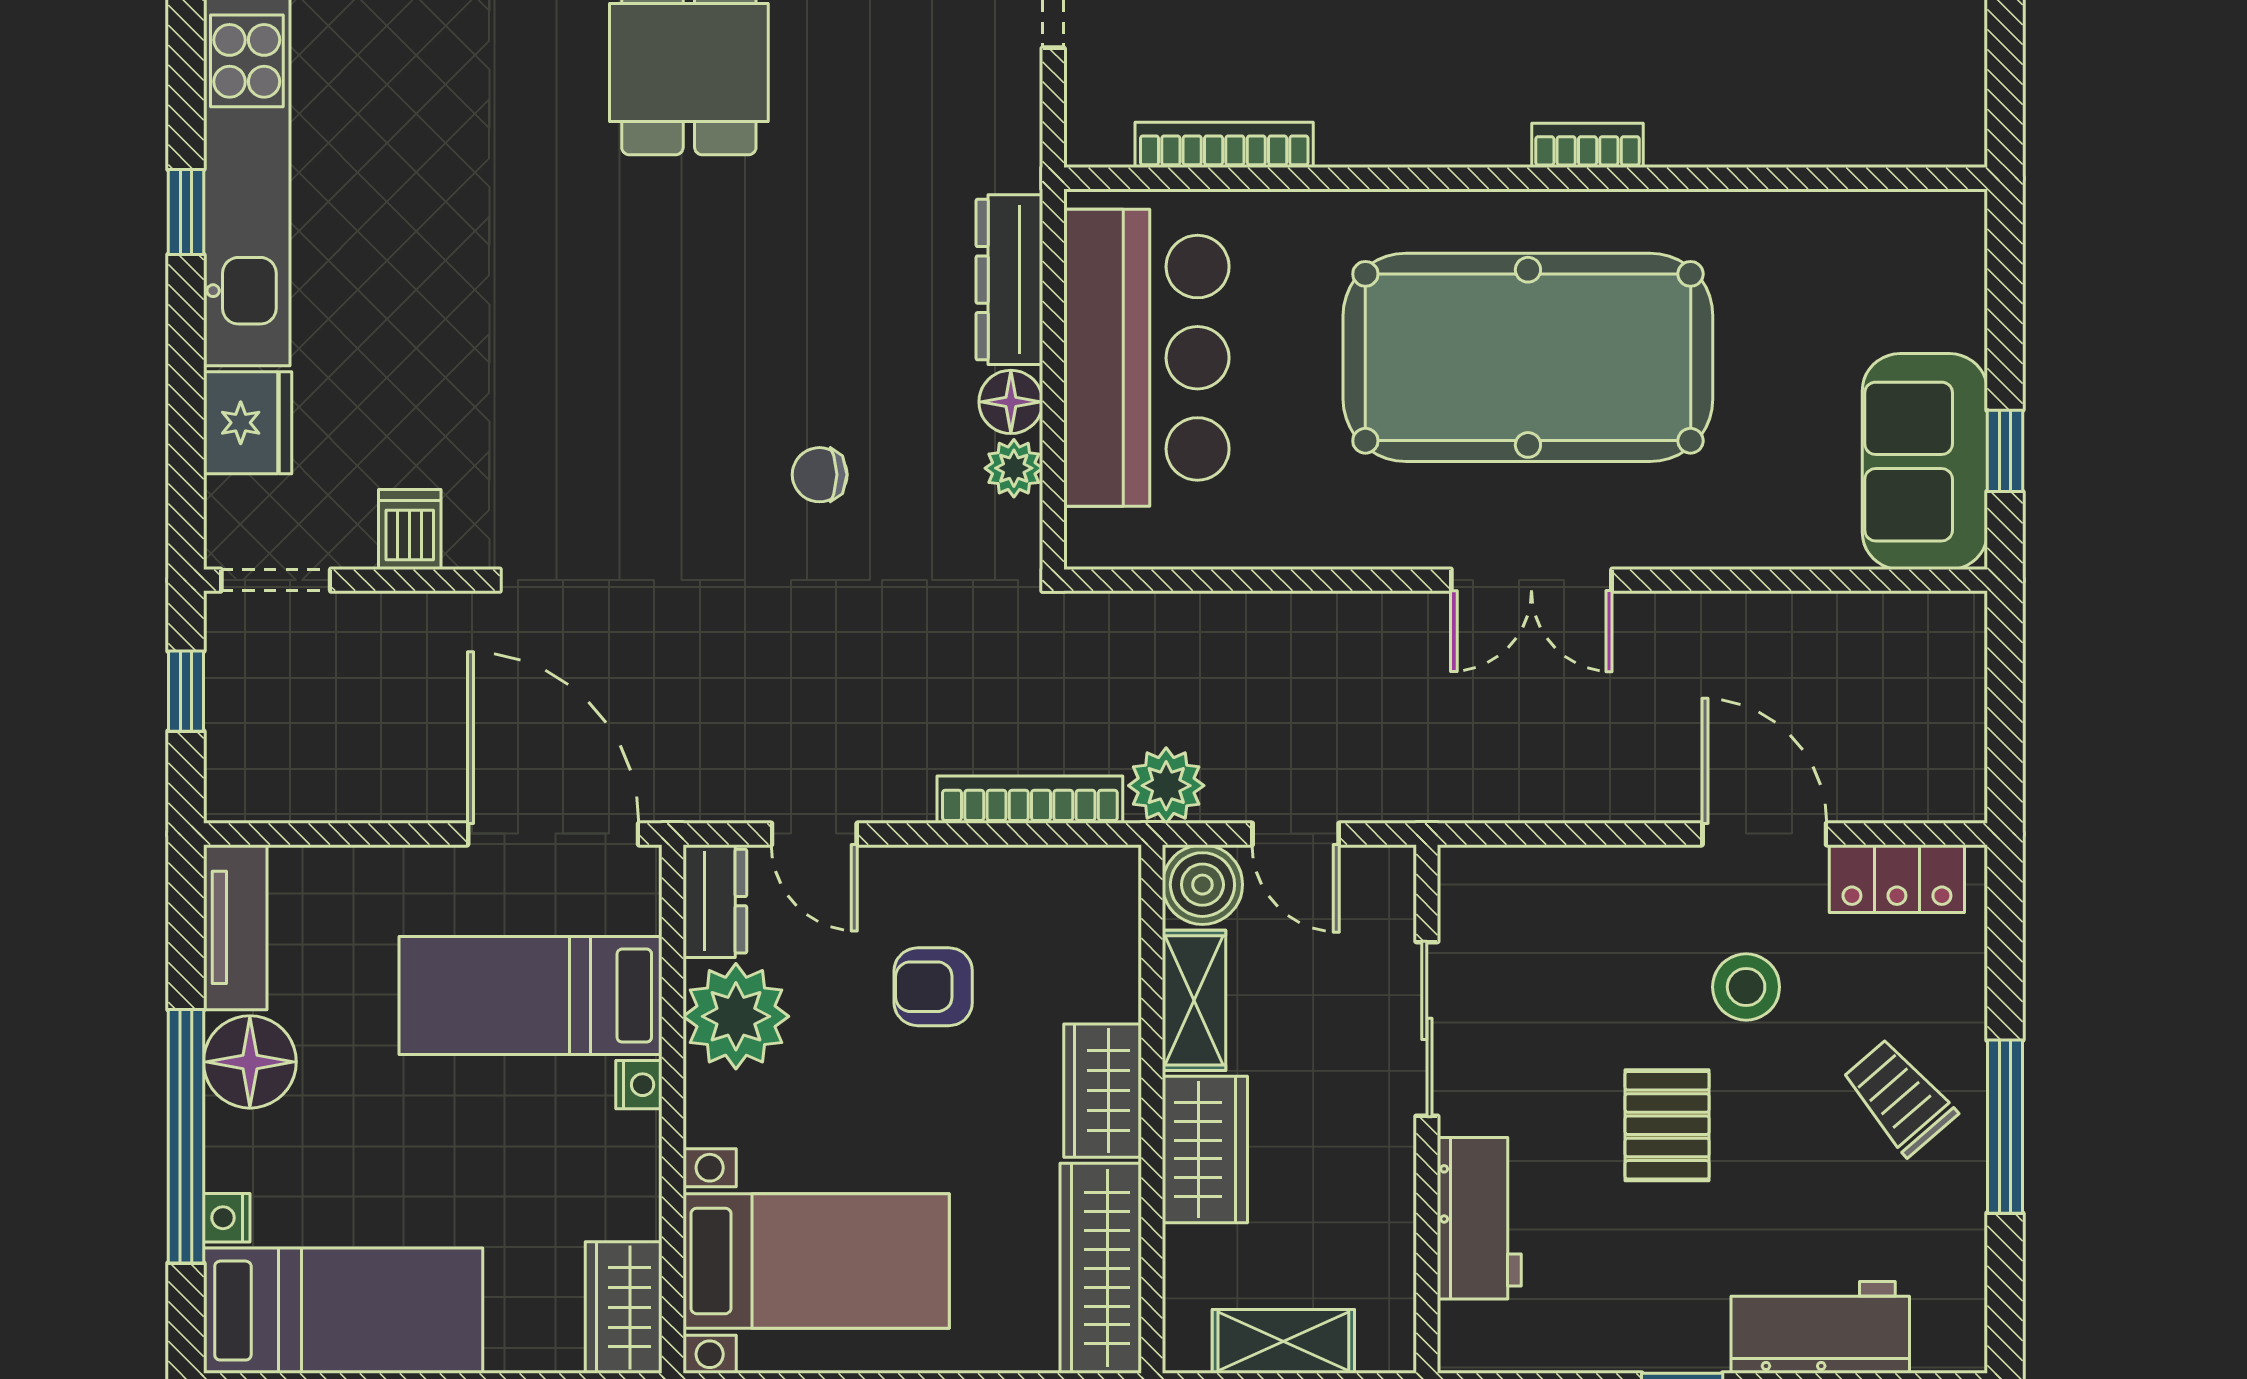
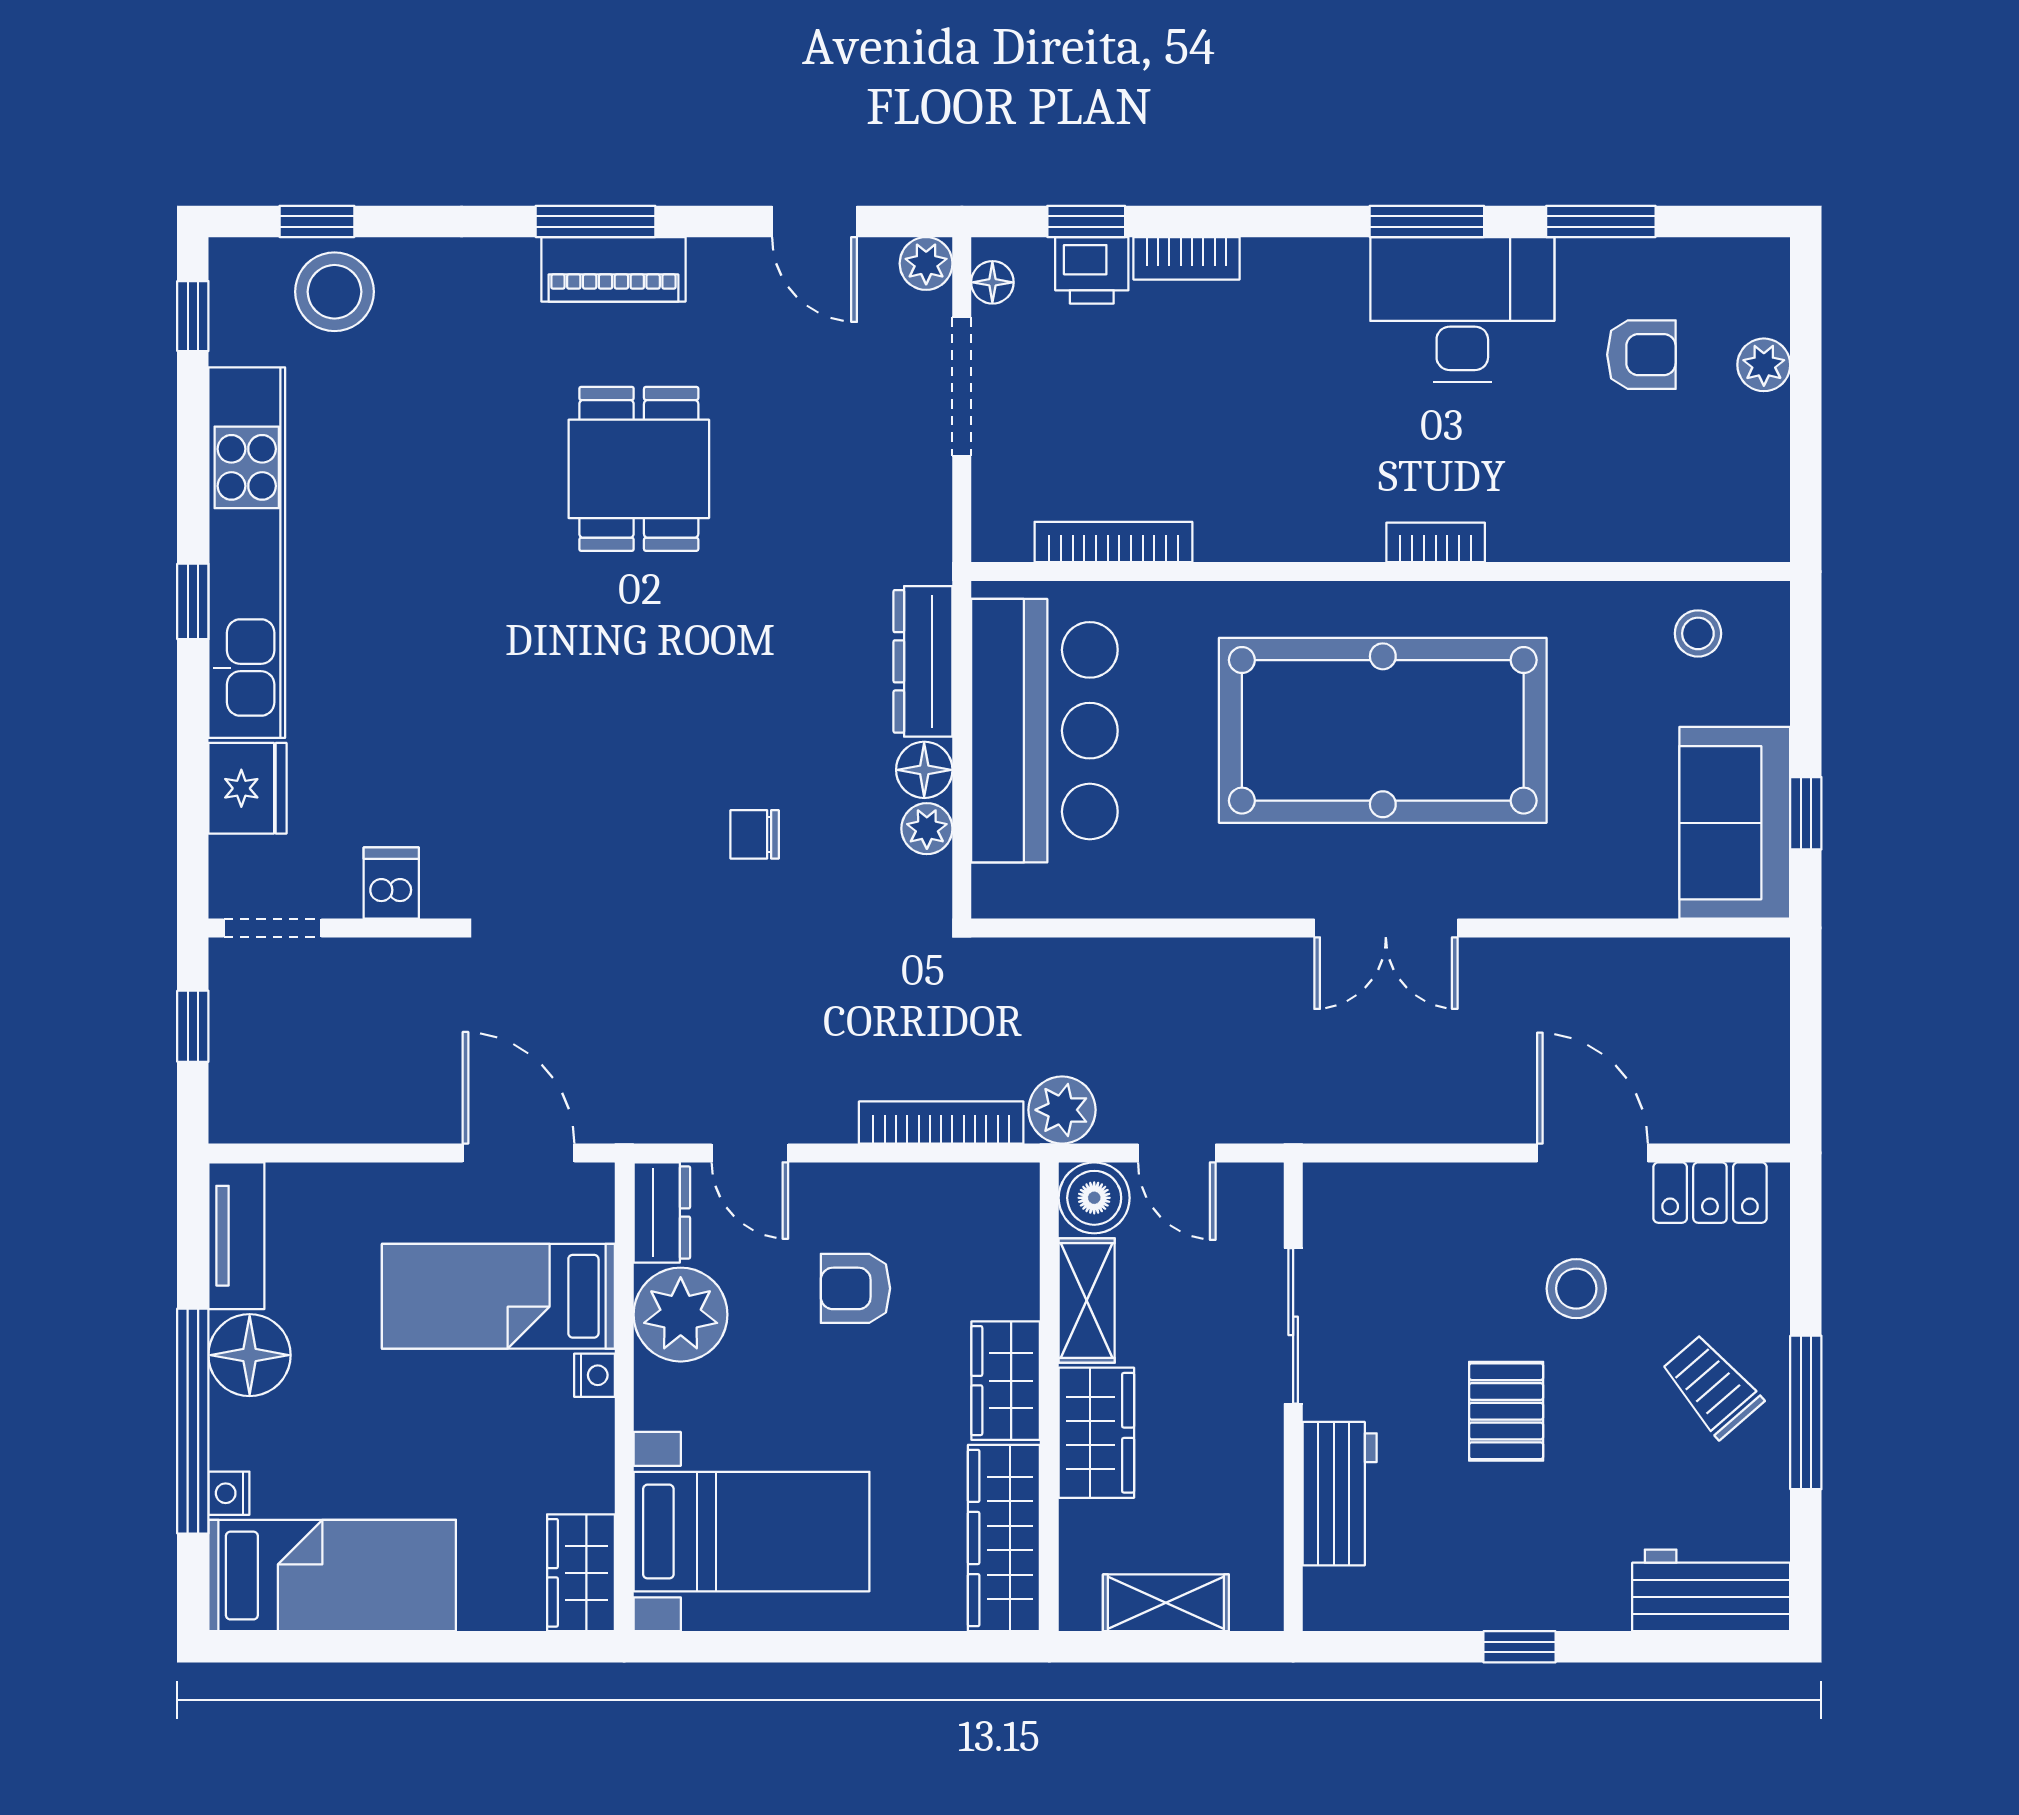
stool: (1883, 248) -> (1698, 633), added
door: (553, 834) -> (518, 1153), width x0.73
workbench: (1820, 1327) -> (1711, 1590), moved

